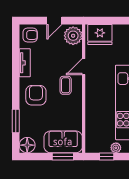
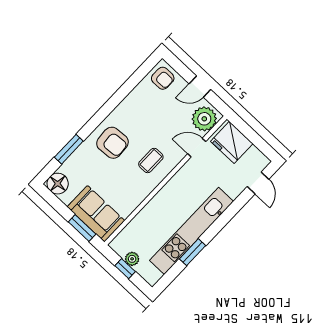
tv unit: (25, 63) -> (132, 101), removed
door: (84, 67) -> (197, 148), moved
armchair: (36, 95) -> (112, 143), turned 86
plant: (116, 148) -> (132, 259), moved

